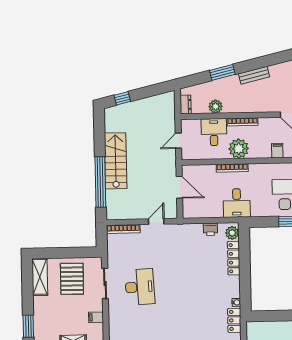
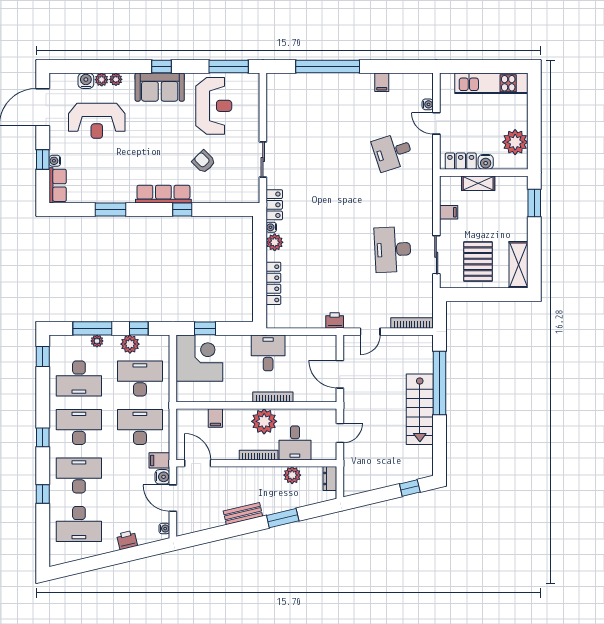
printer: (210, 229) -> (335, 320), moved
plant: (232, 233) -> (275, 242), moved

